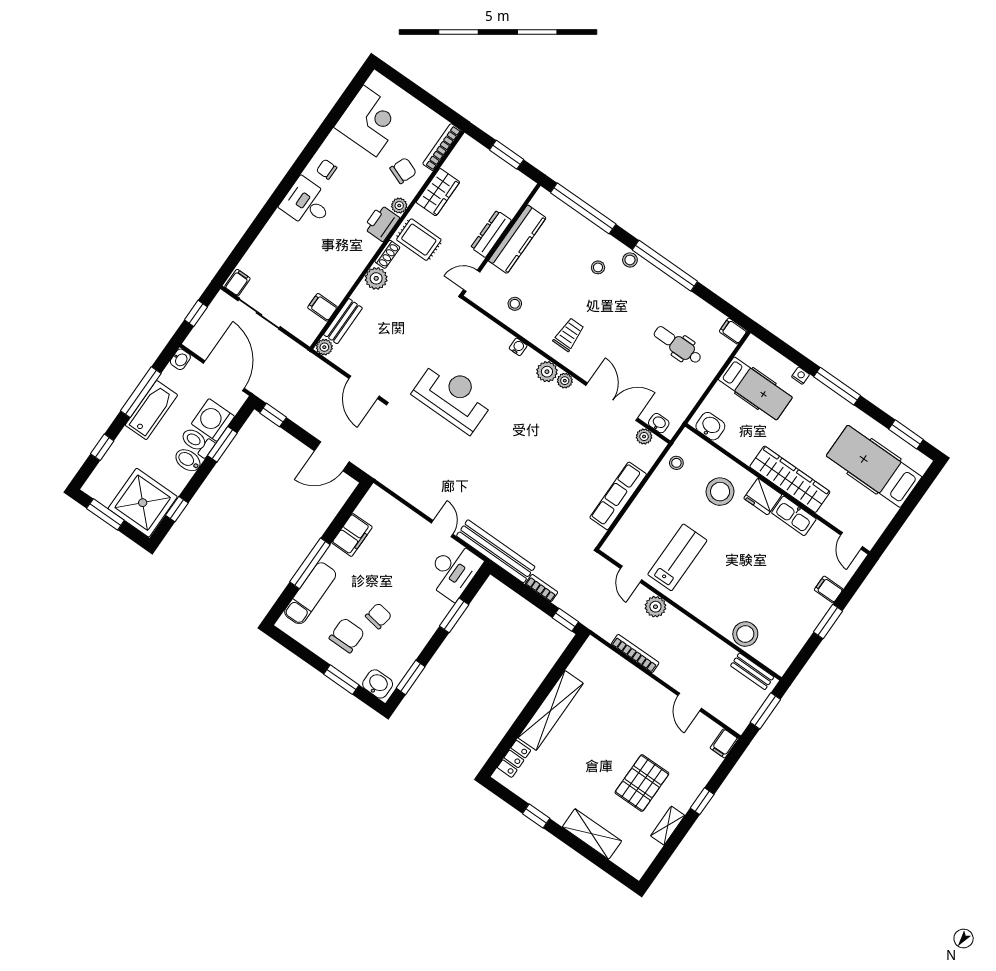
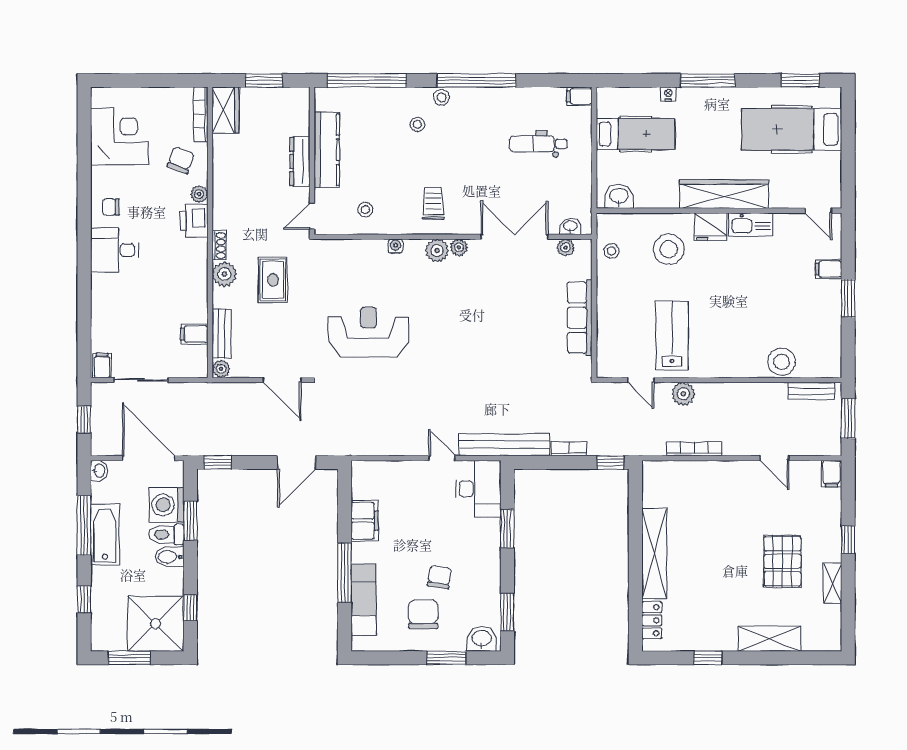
wardrobe: (438, 192) -> (226, 110), moved
rug: (419, 240) -> (273, 280), moved, turned 90

